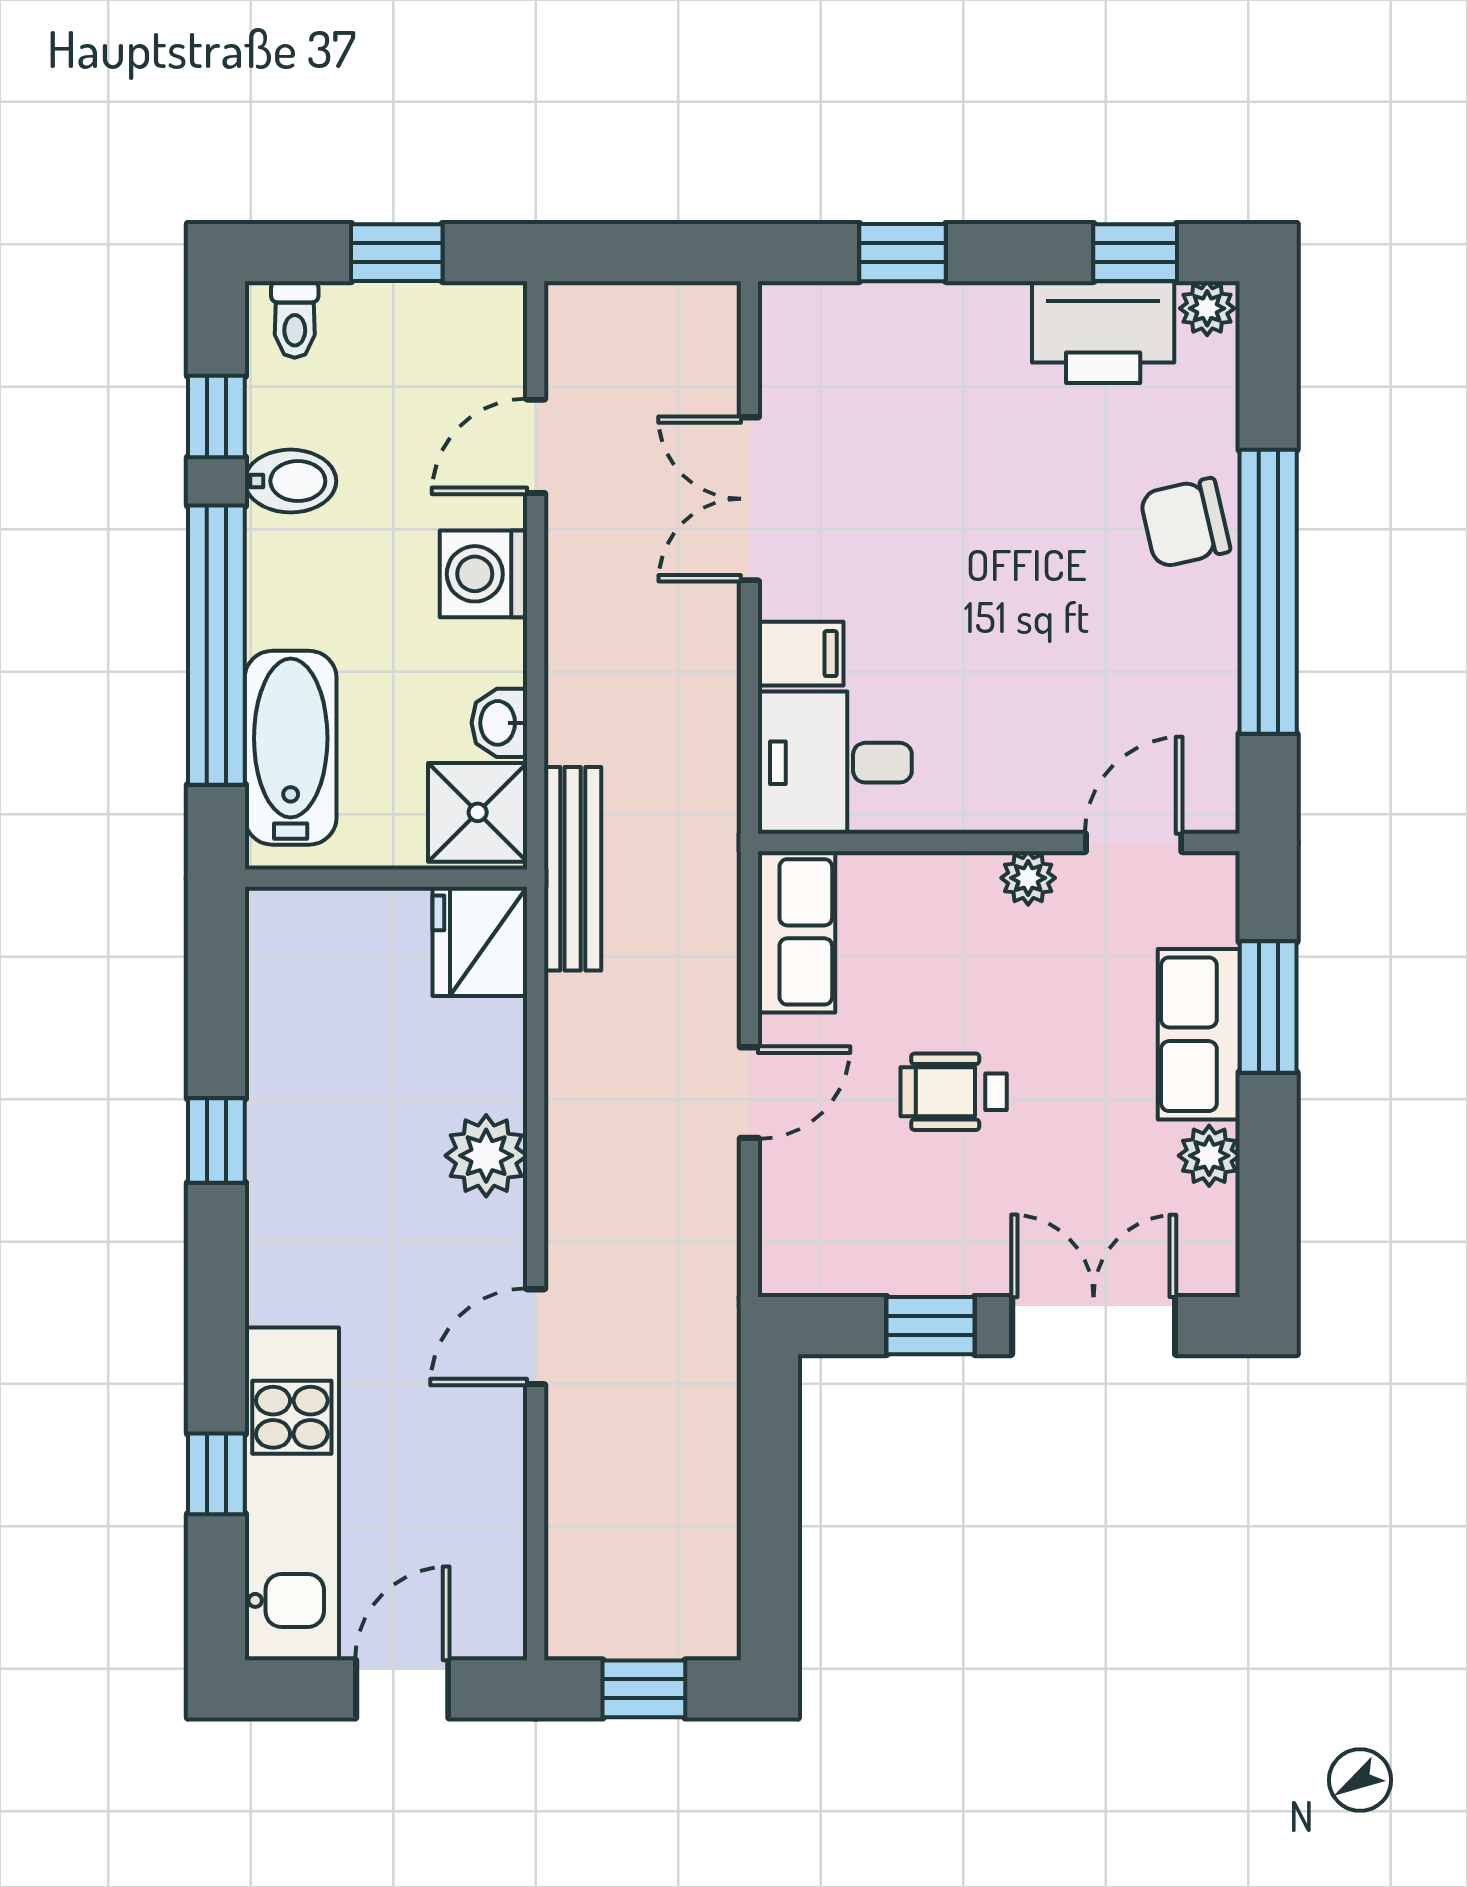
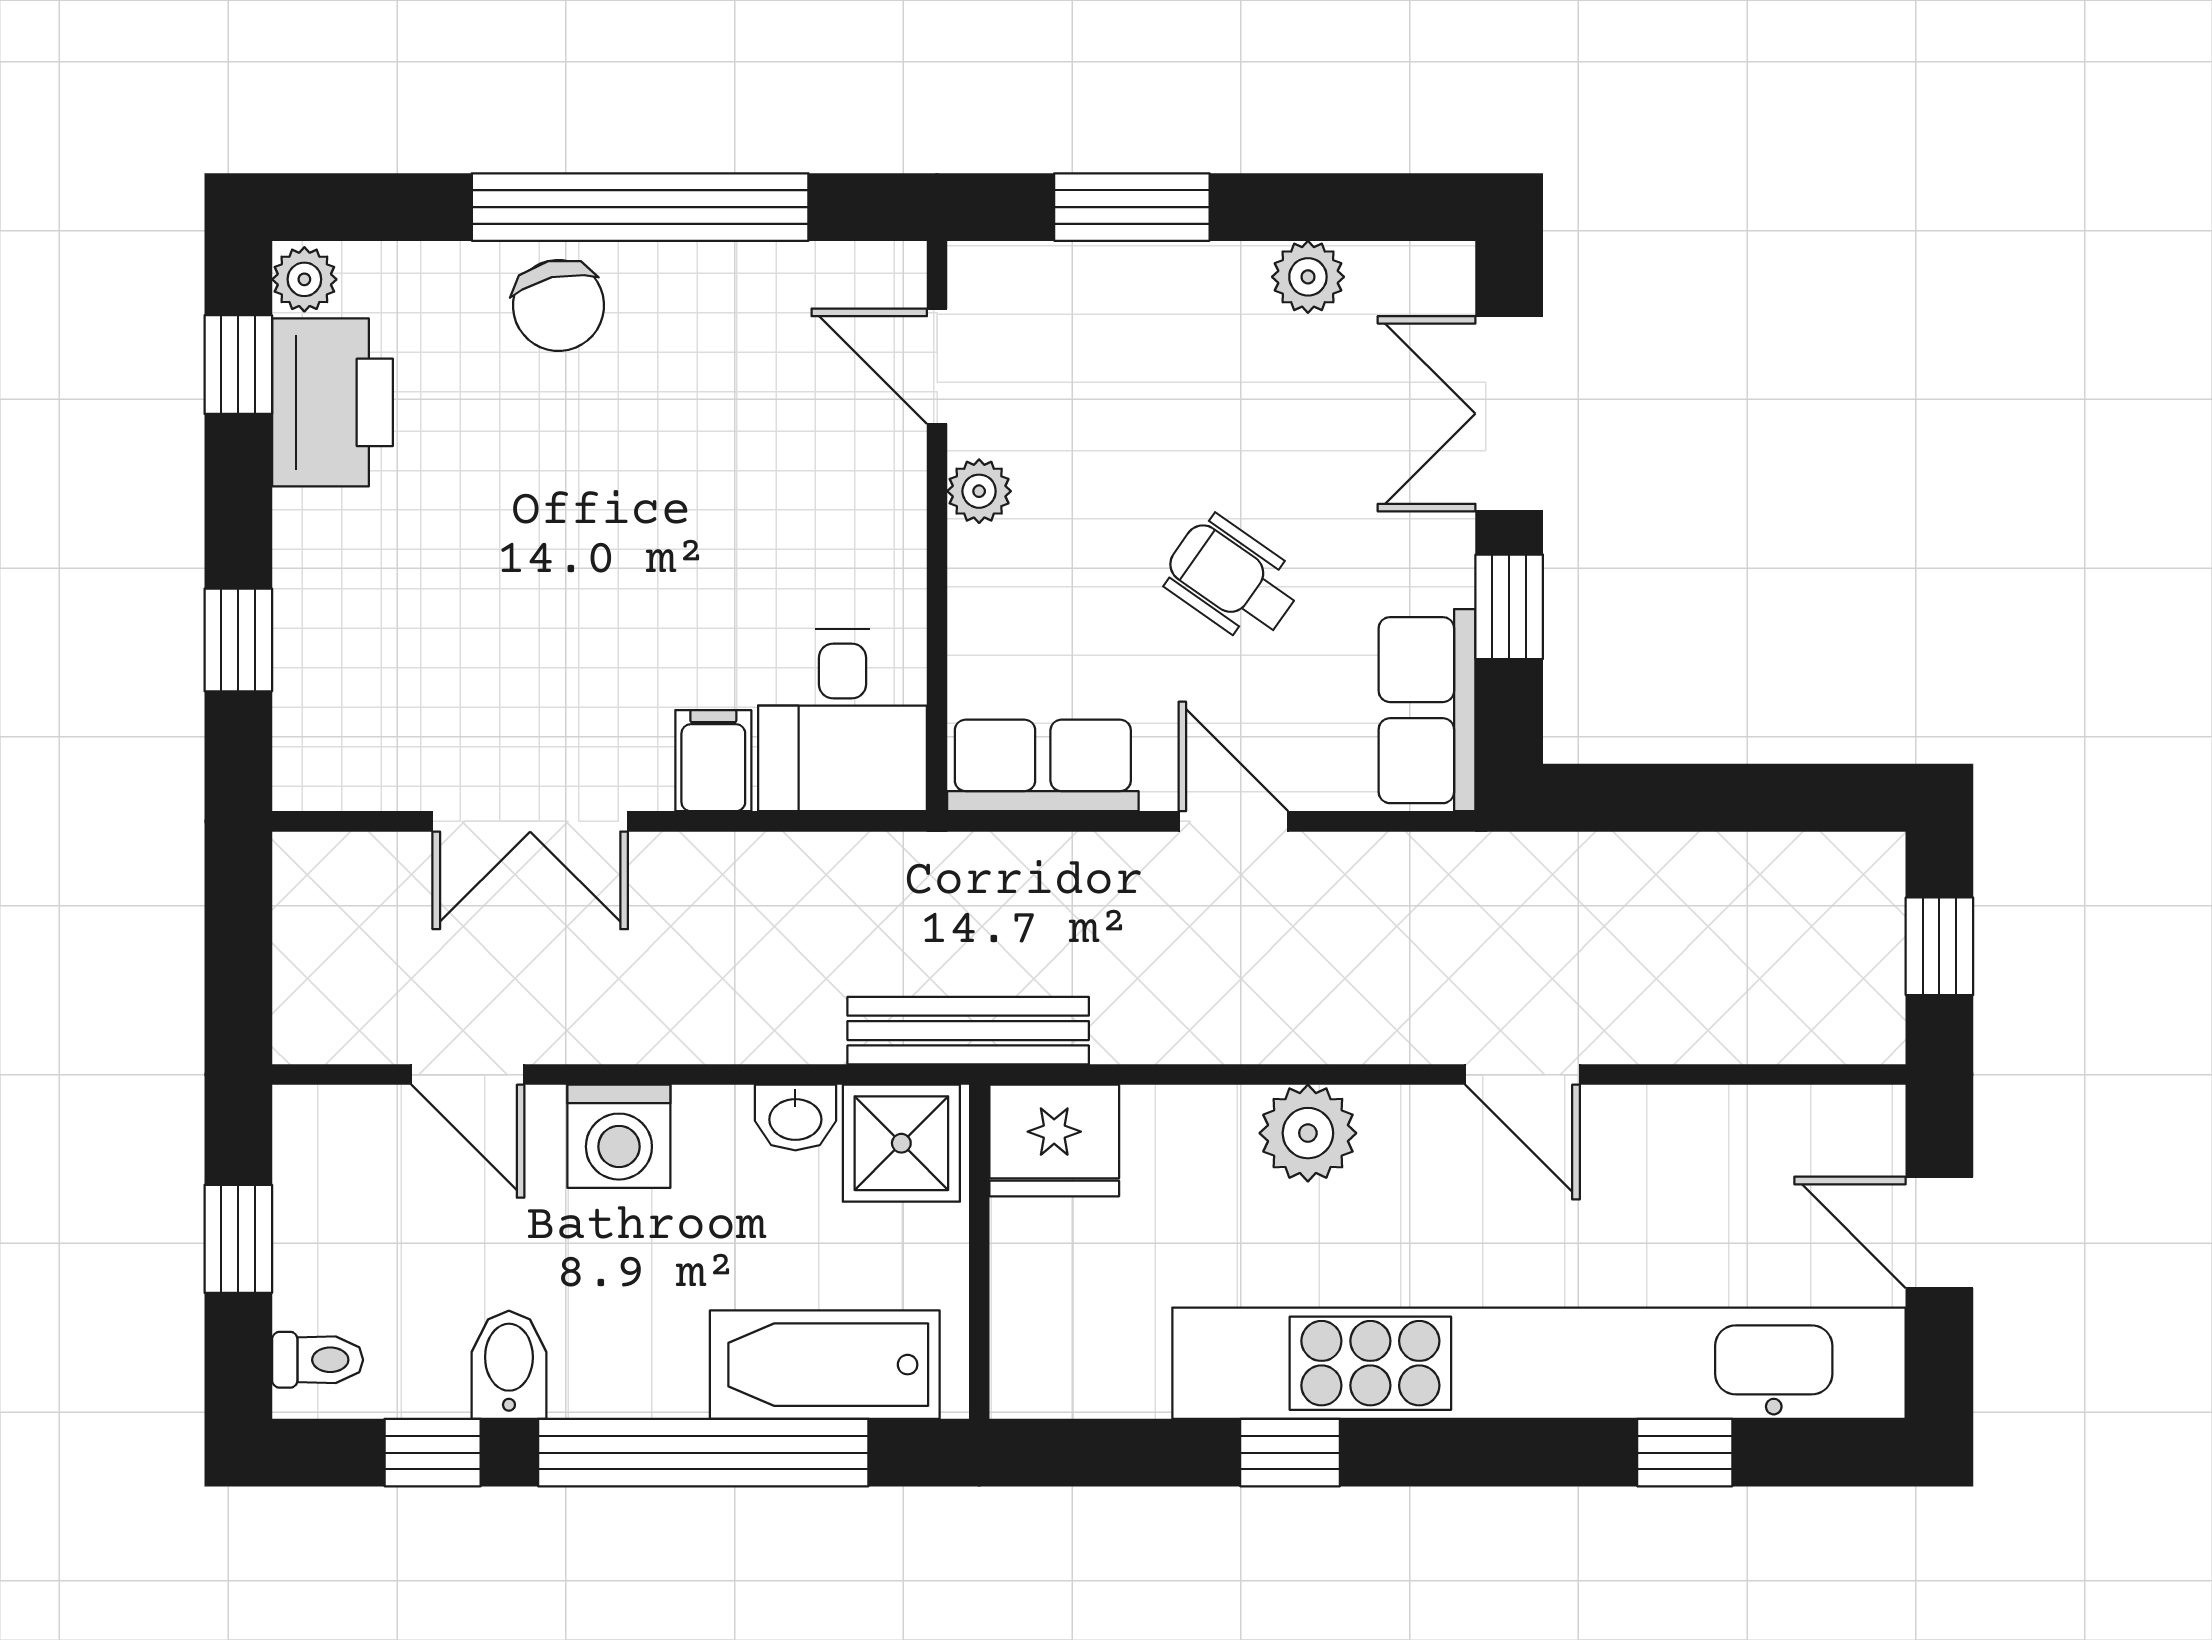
row of seats: (1199, 1034) -> (1427, 710), moved, turned 90
wheelchair: (954, 1092) -> (1232, 579), turned 125
kitchen unit: (292, 1494) -> (1539, 1363), width x1.86

